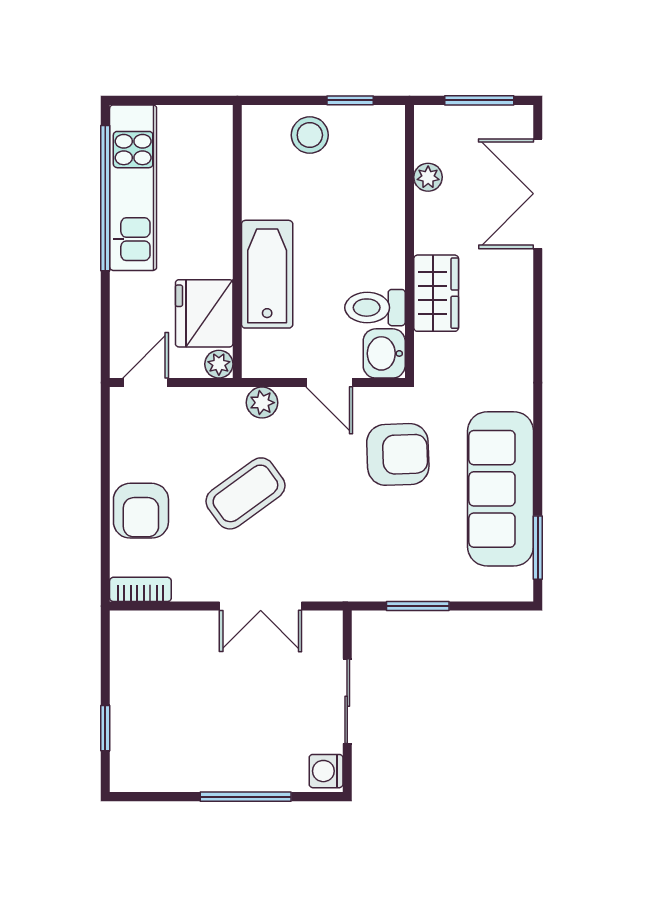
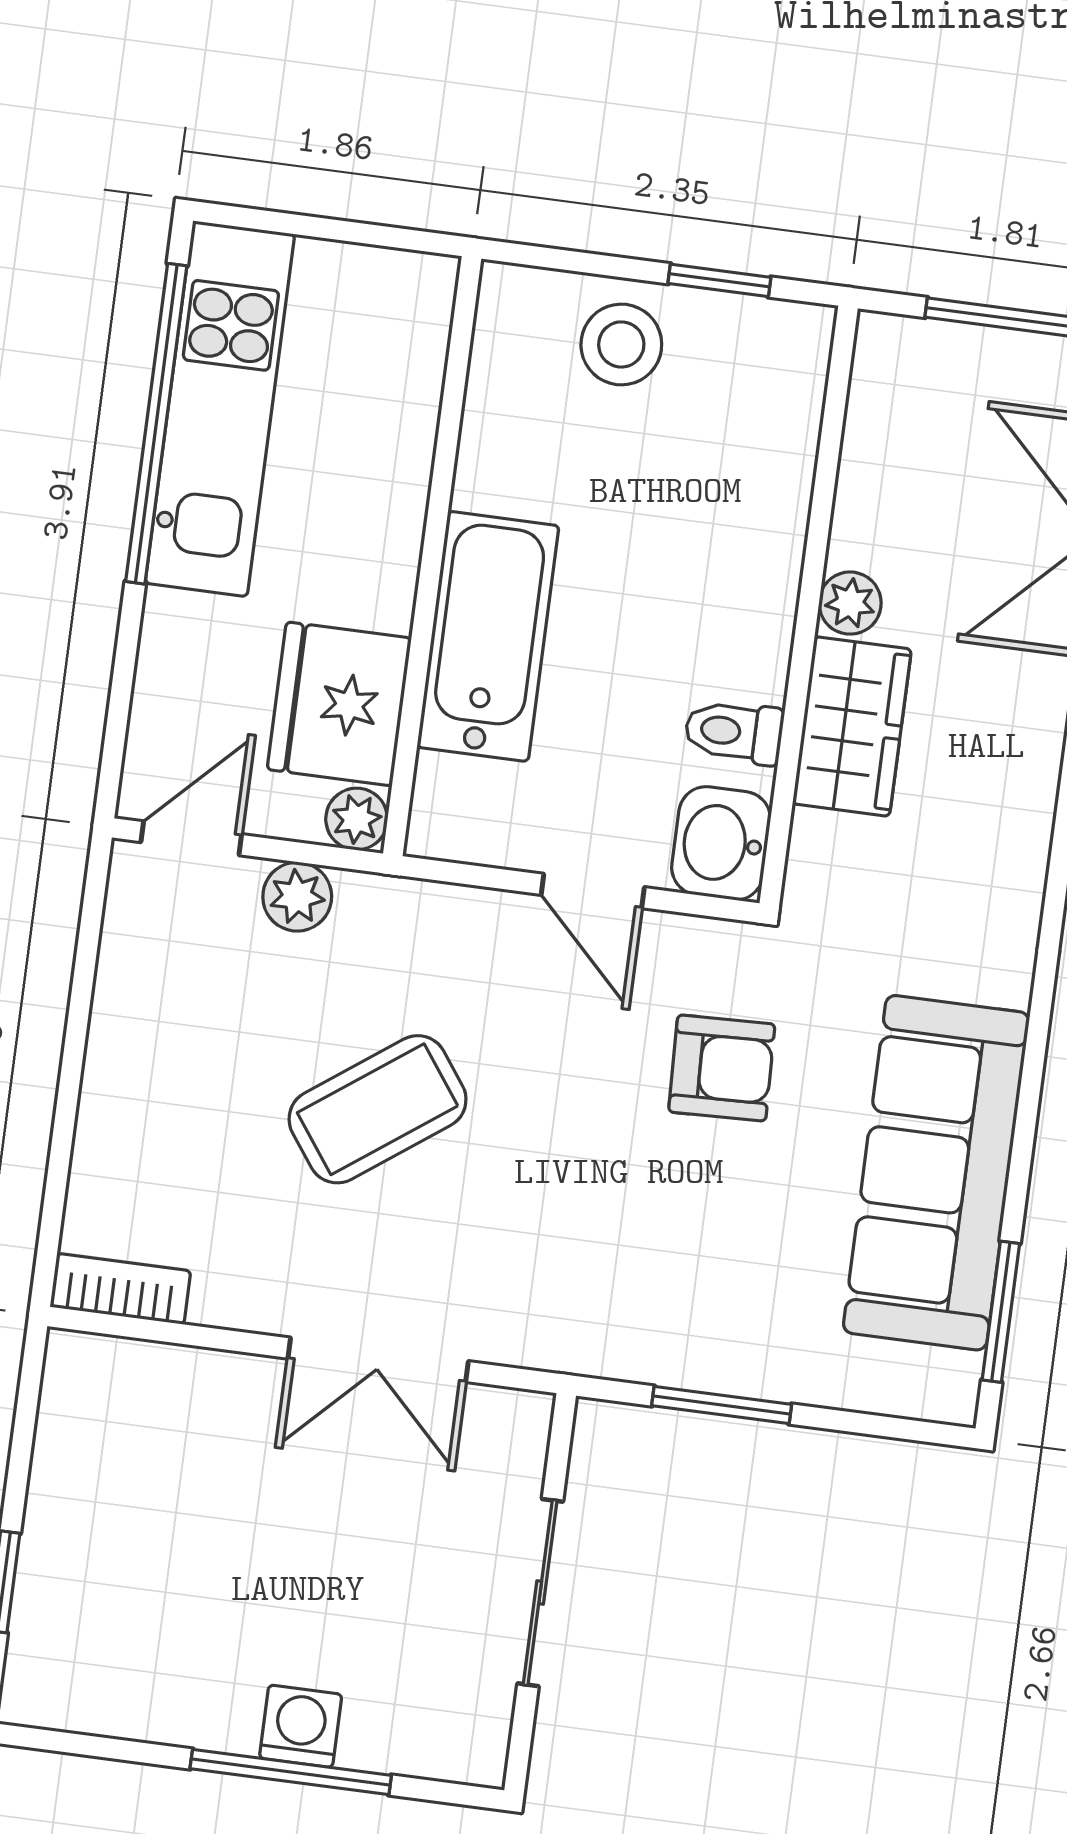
plant: (428, 177) -> (850, 603), moved
toilet: (375, 308) -> (734, 732), width x0.73, depth x0.72
plant: (262, 403) -> (297, 897), moved
armchair: (398, 454) -> (722, 1068), width x0.72, depth x0.72
armchair: (141, 511) -> (144, 1117), removed
washing machine: (326, 771) -> (301, 1726), moved, turned 90

